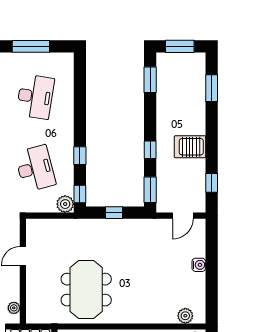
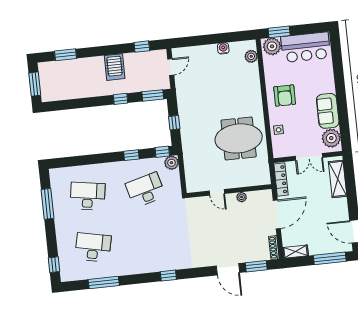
window: (150, 80) -> (64, 105), removed
door: (183, 216) -> (171, 67), hinge flipped
water cooler: (199, 265) -> (223, 48), moved
plant: (14, 308) -> (242, 197), moved

